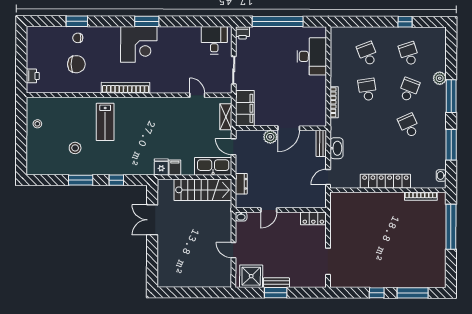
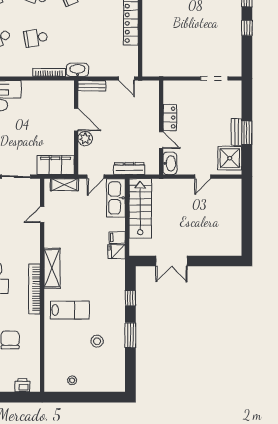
shelving: (145, 105) -> (52, 268), added
washbasin: (337, 148) -> (77, 70), moved
dresser: (241, 184) -> (129, 169), width x1.44
washbasin: (241, 216) -> (170, 163), width x1.91, depth x1.45
locker: (313, 218) -> (170, 118), moved

